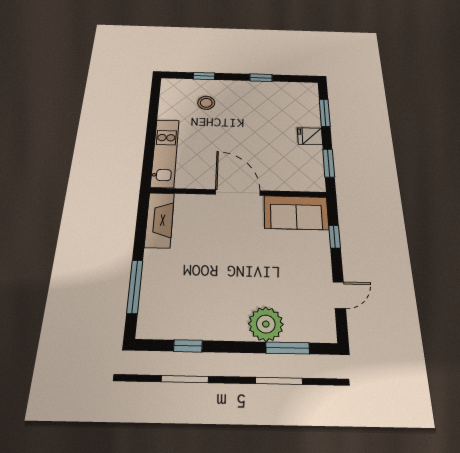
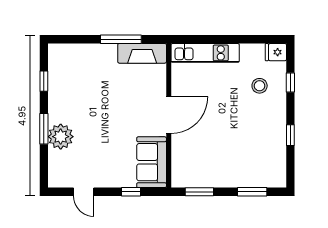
fridge: (310, 136) -> (276, 52), moved, turned -90
window: (135, 286) -> (121, 39), moved
window: (288, 348) -> (44, 129), moved

